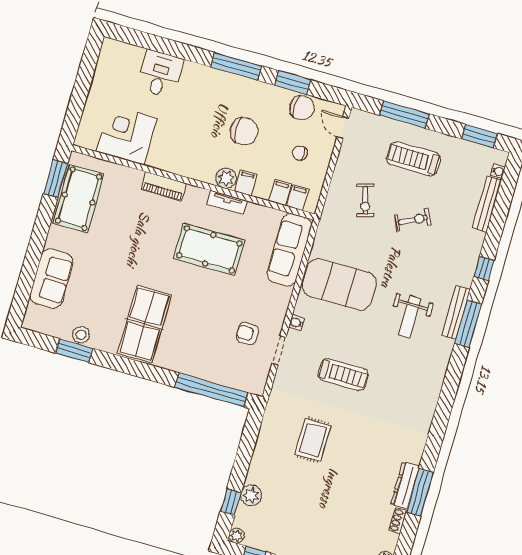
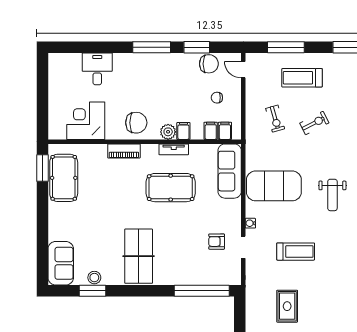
chair: (244, 131) -> (136, 123), moved
sofa: (52, 279) -> (61, 263), moved

